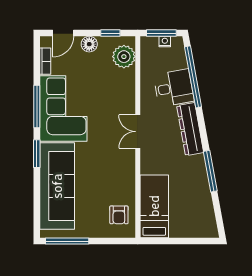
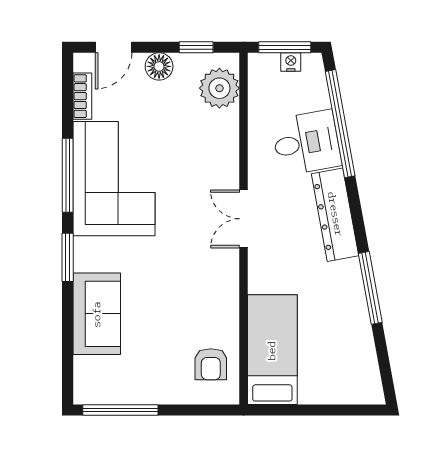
sofa: (57, 186) -> (97, 314), width x0.54, depth x0.79

